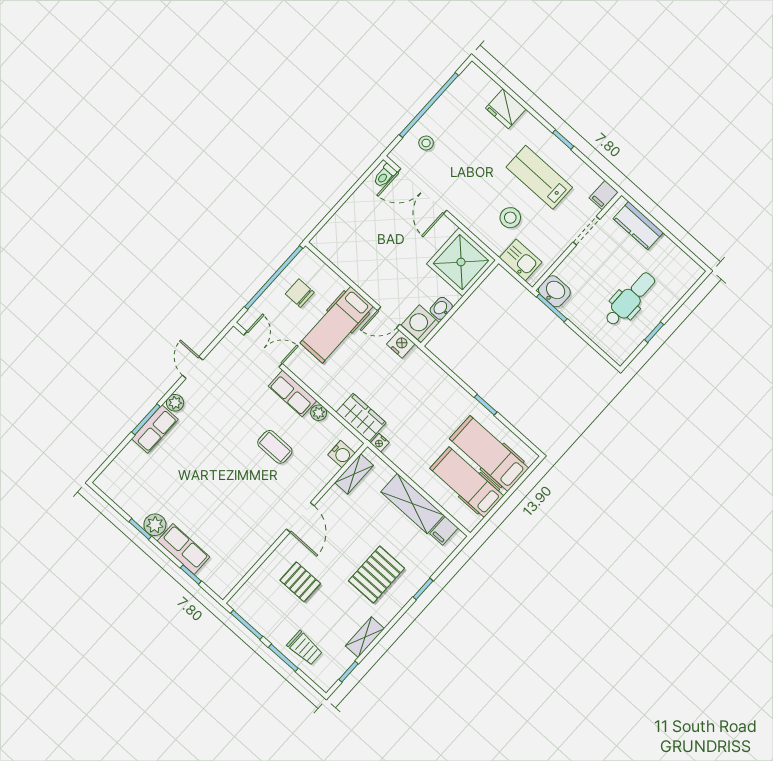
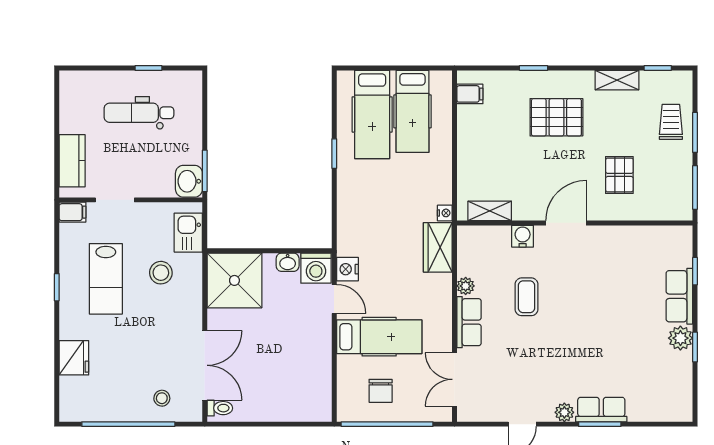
water cooler: (341, 454) -> (523, 236), moved
shelving: (412, 503) -> (471, 141), removed

